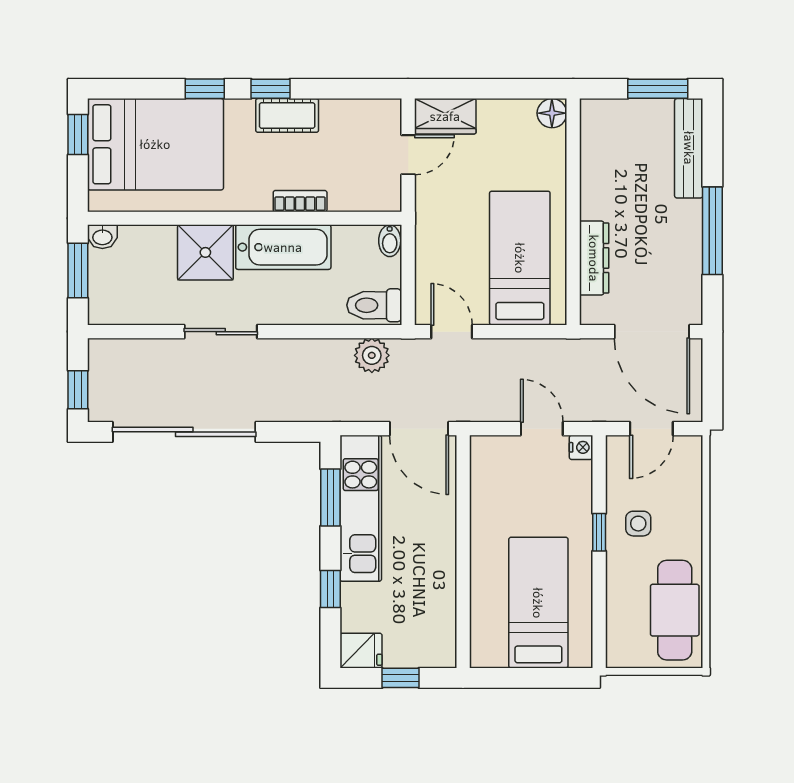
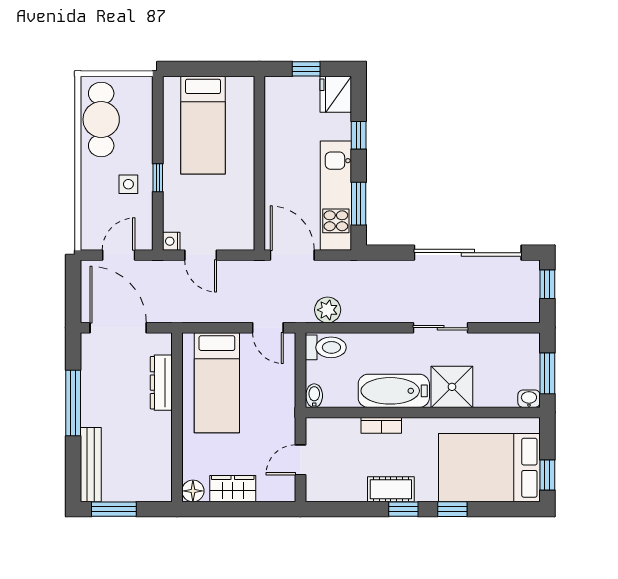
wardrobe: (445, 116) -> (233, 489), moved
fridge: (361, 651) -> (336, 94), width x1.38

